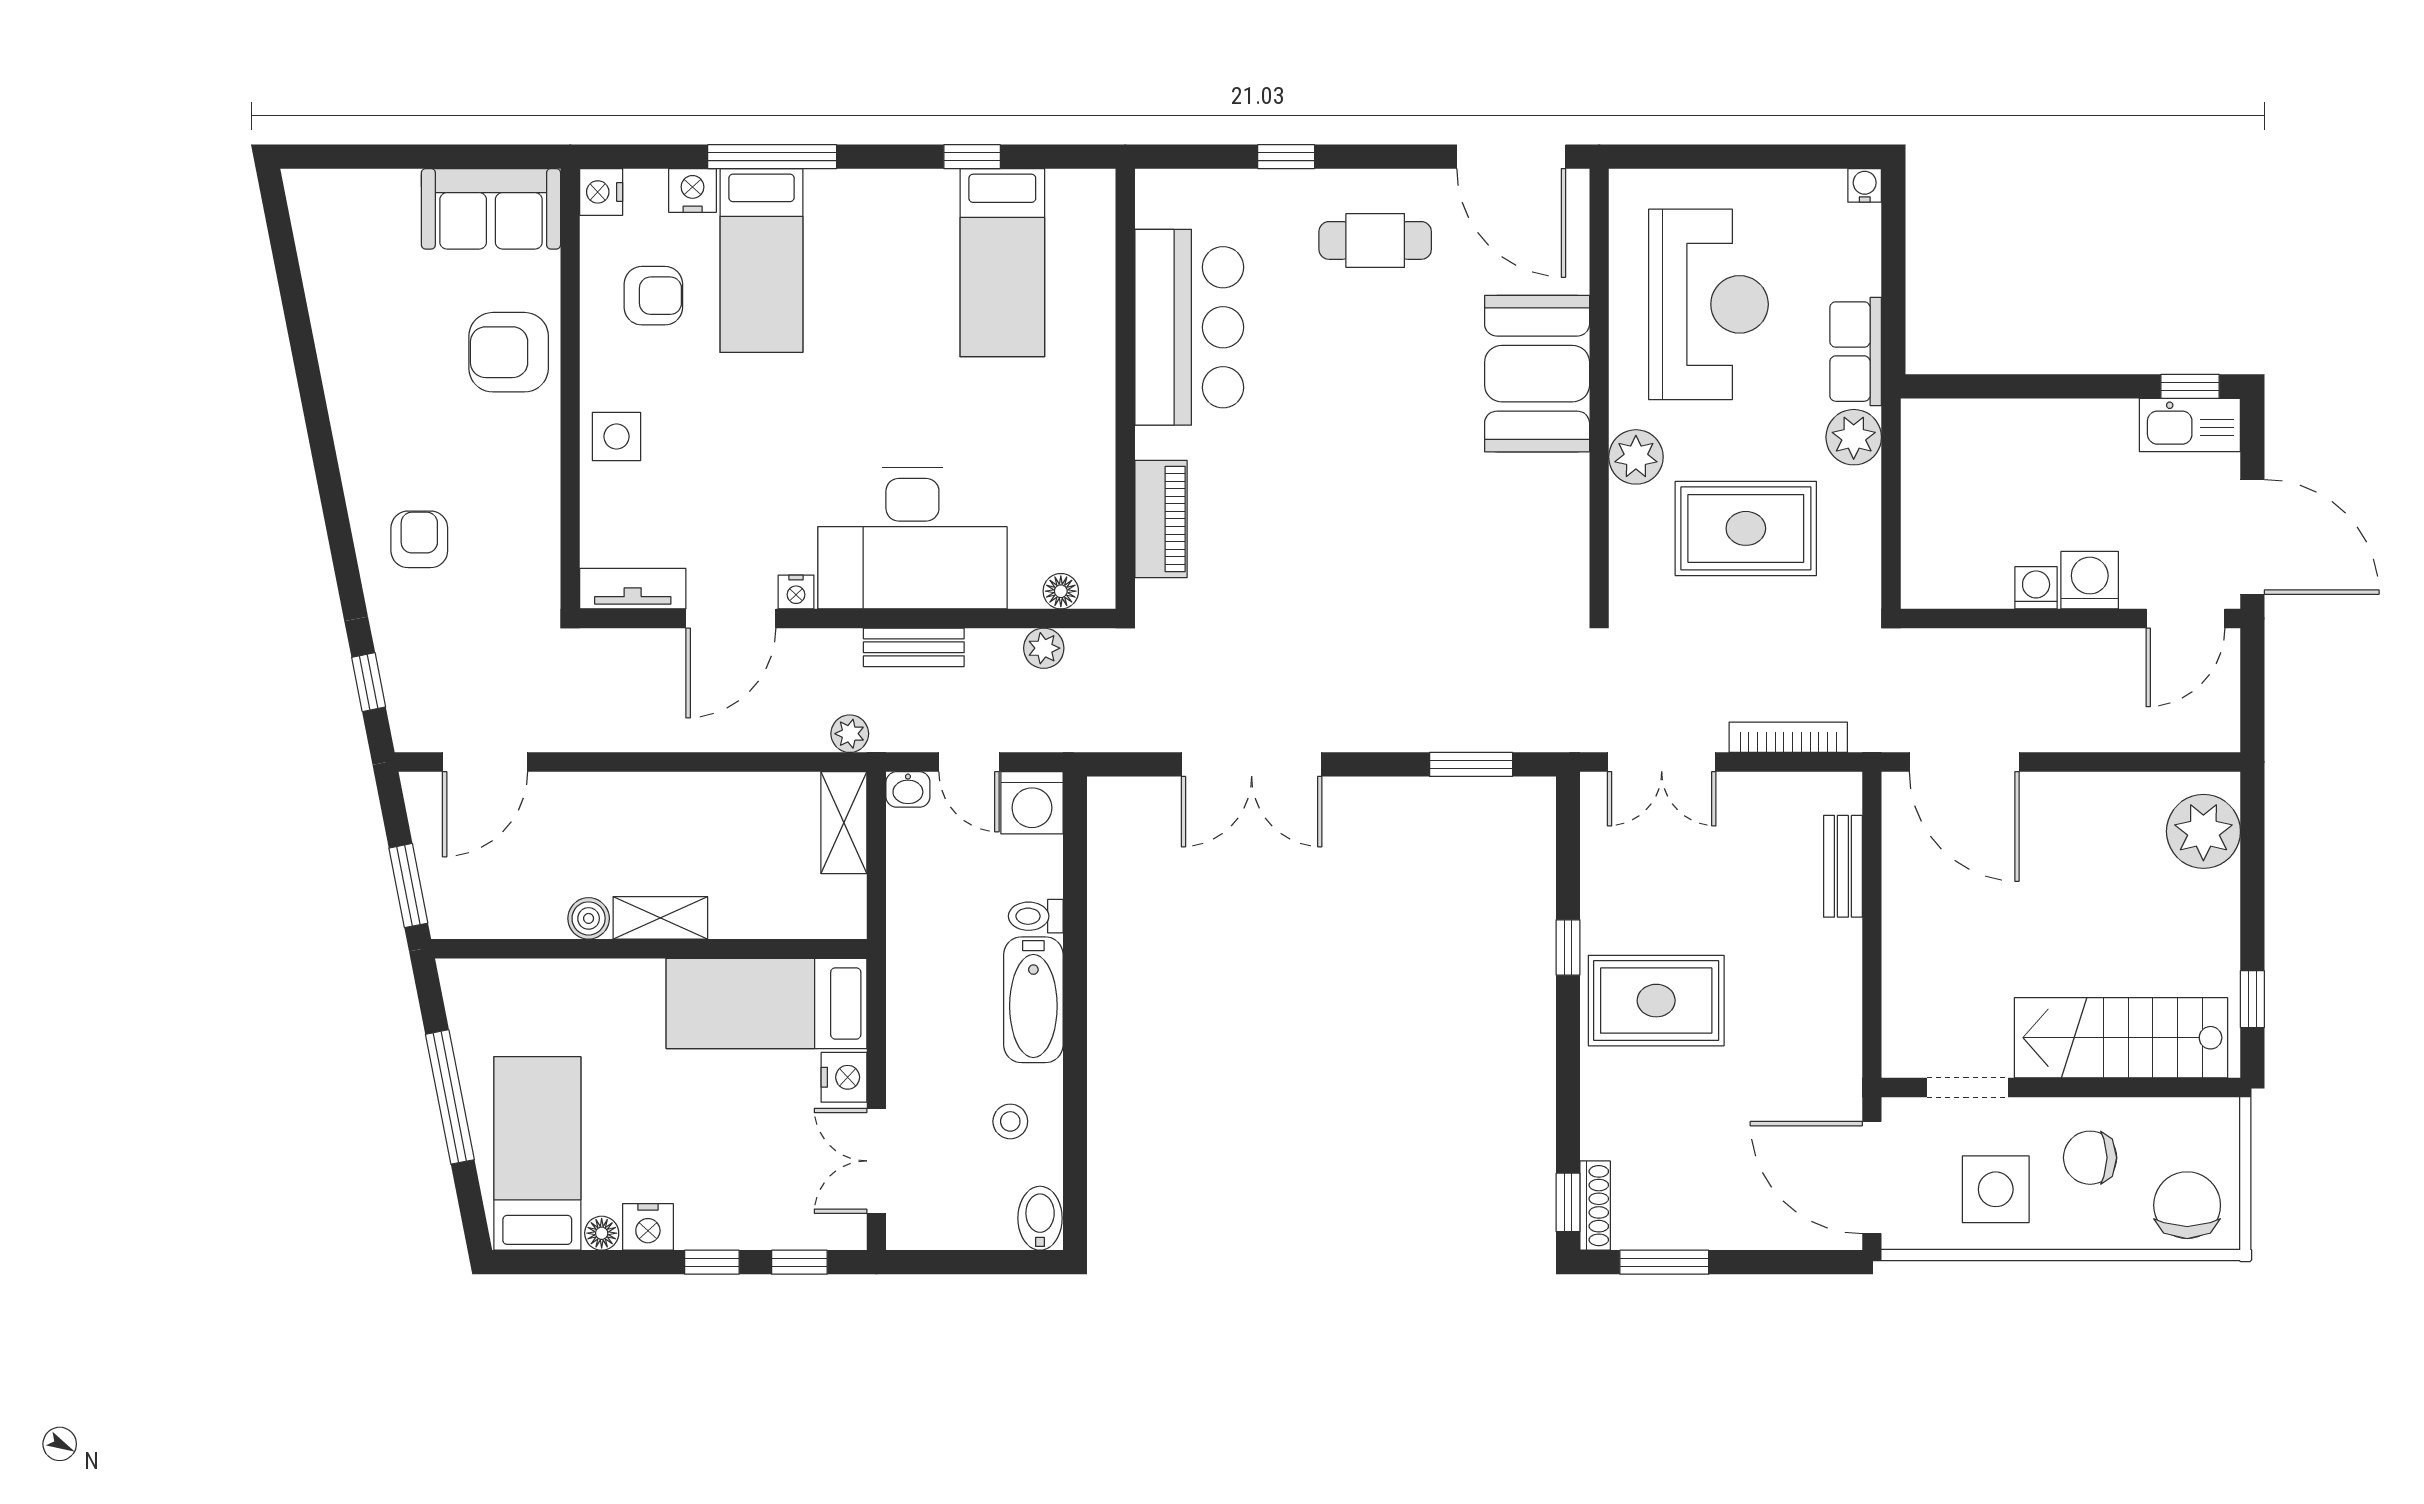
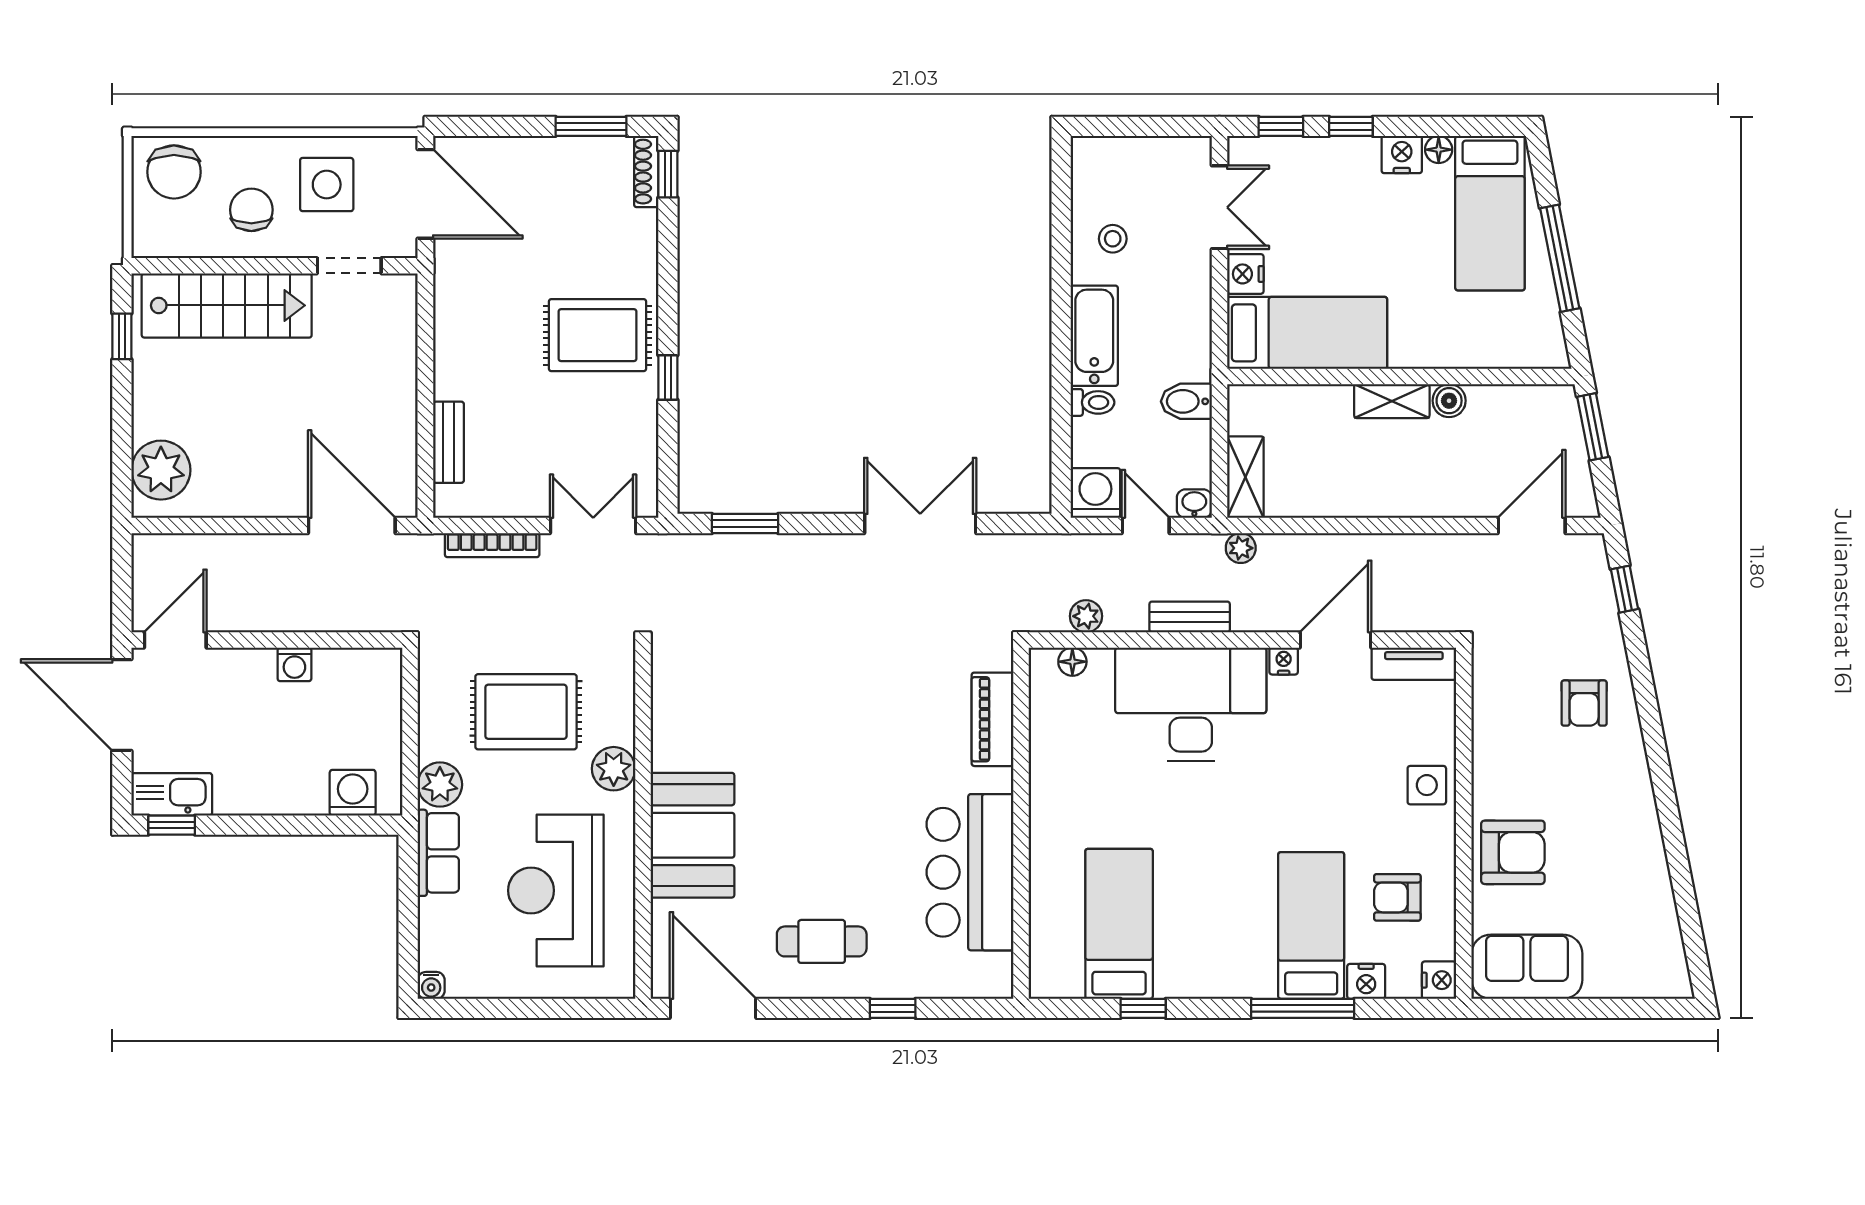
washing machine: (2090, 580) -> (353, 793), moved, turned 180
chair: (2090, 1158) -> (251, 210), turned -90
bidet: (1040, 1218) -> (1186, 401), moved, turned 90

